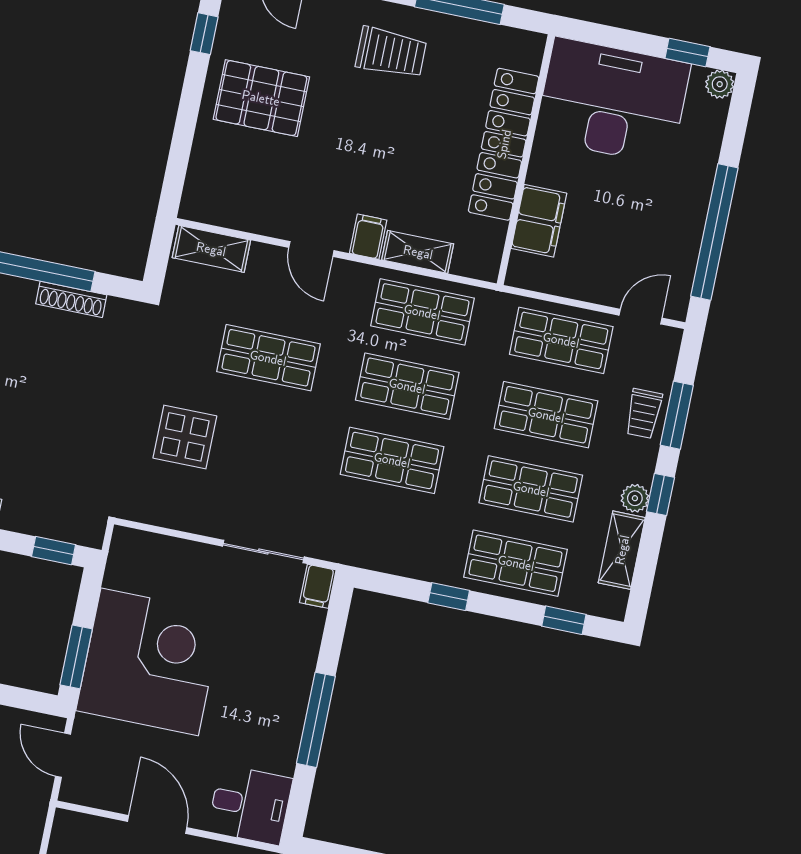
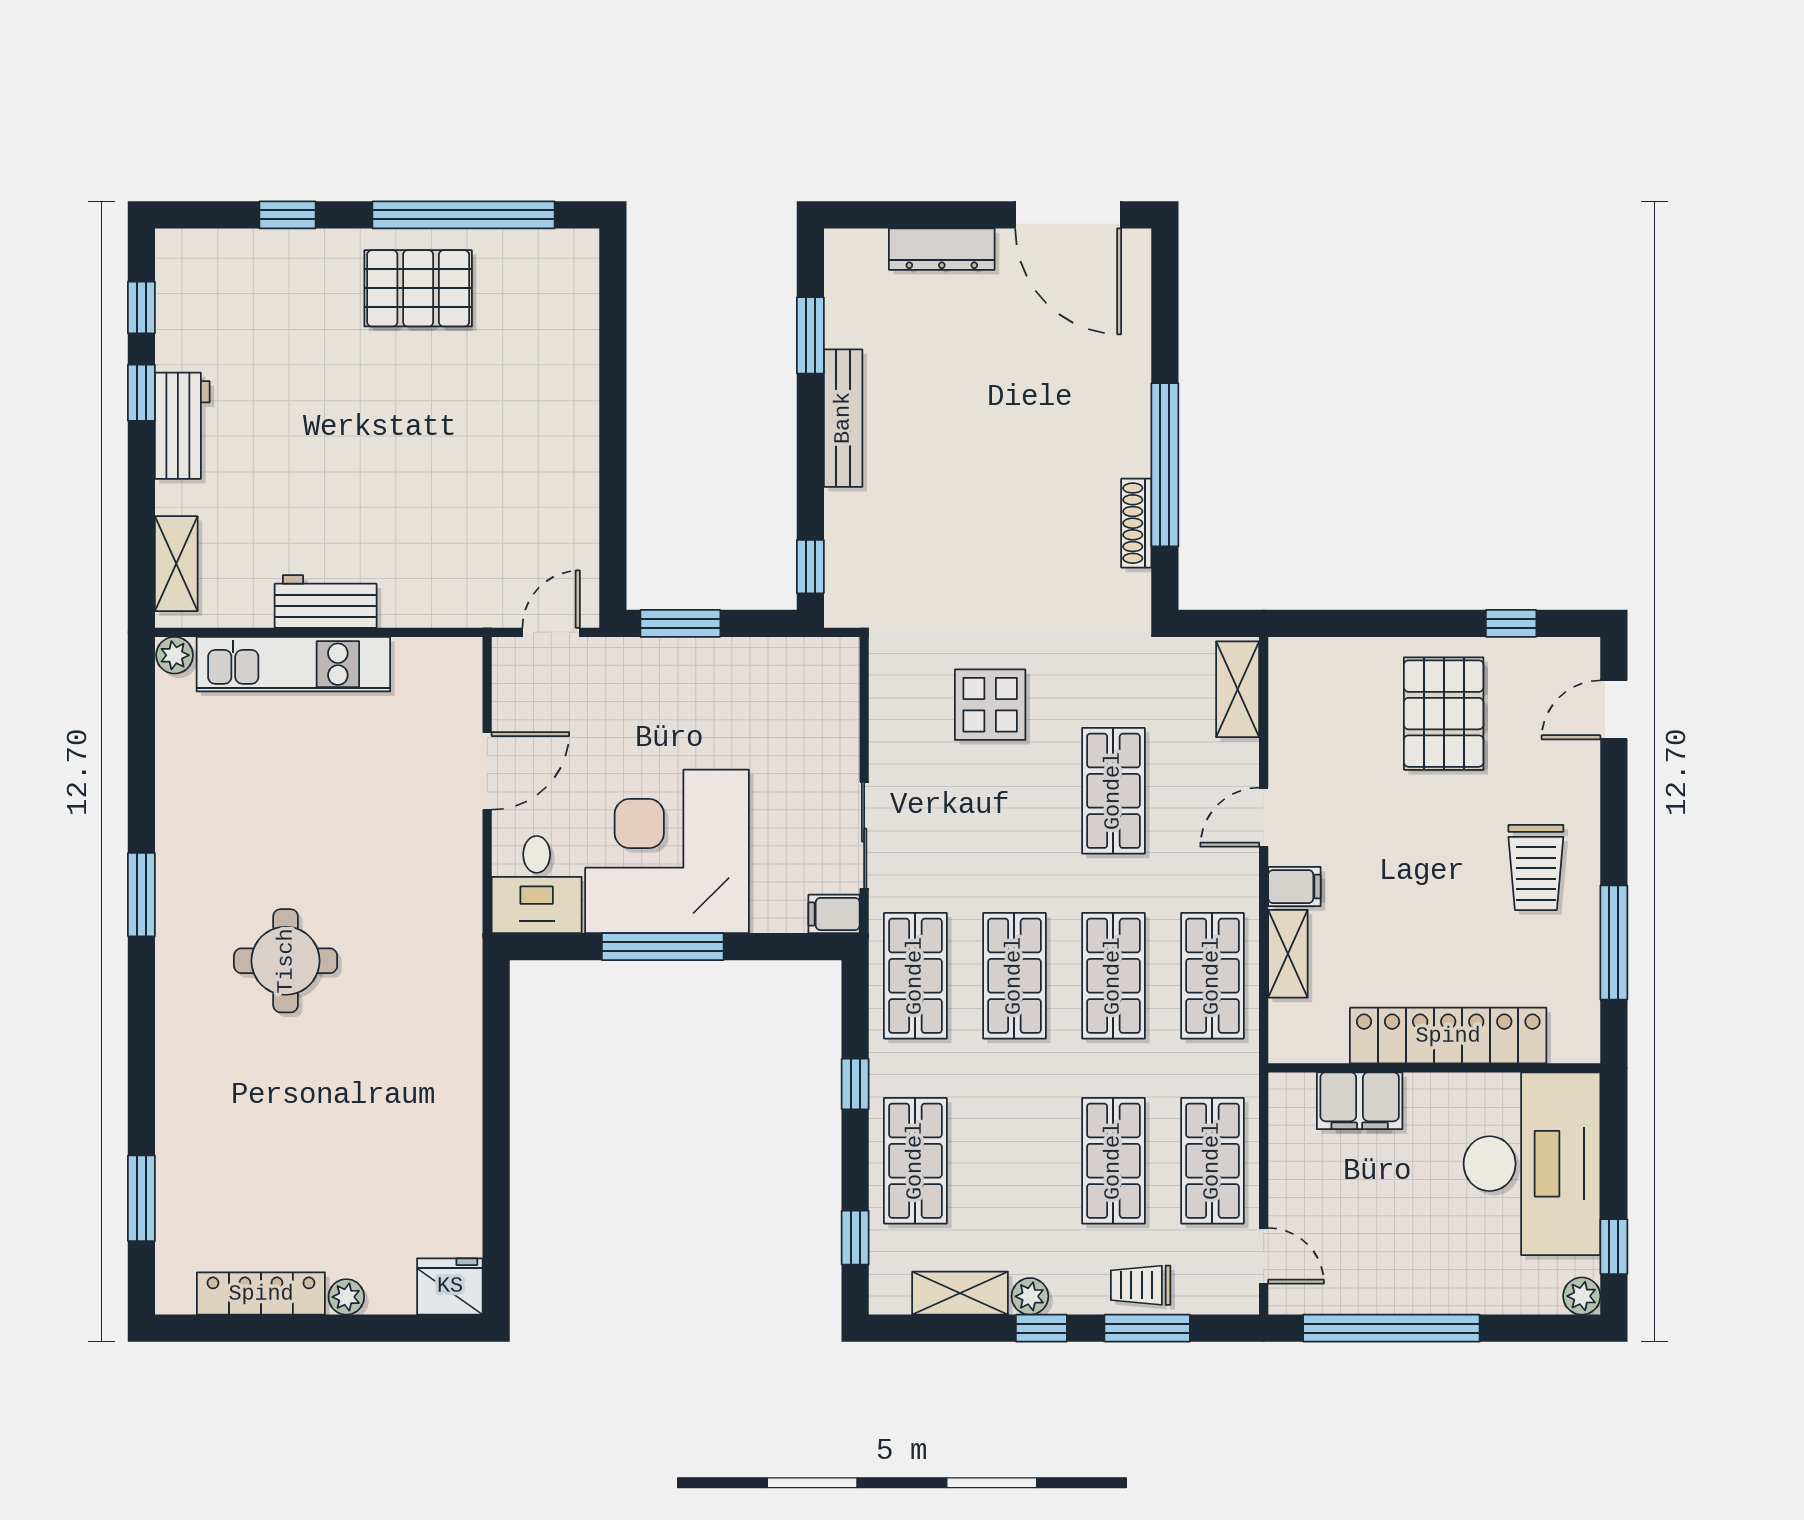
shop shelf: (531, 489) -> (915, 976), moved
corner desk: (150, 662) -> (667, 851), moved, turned 180

